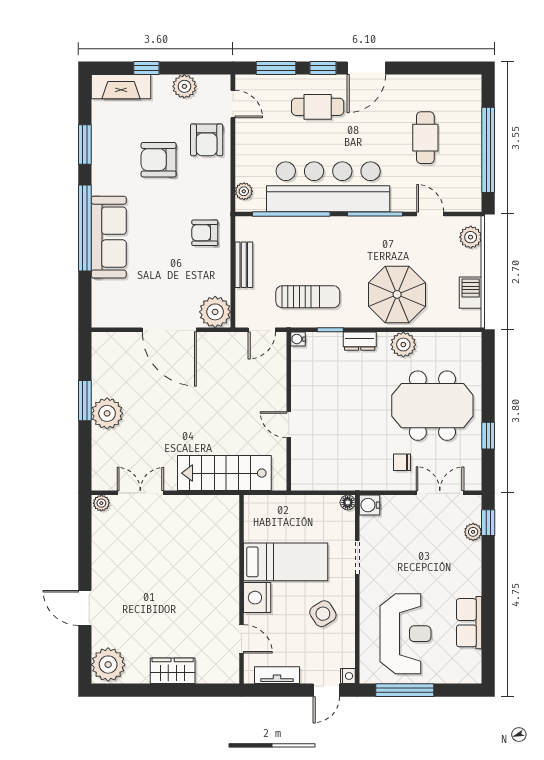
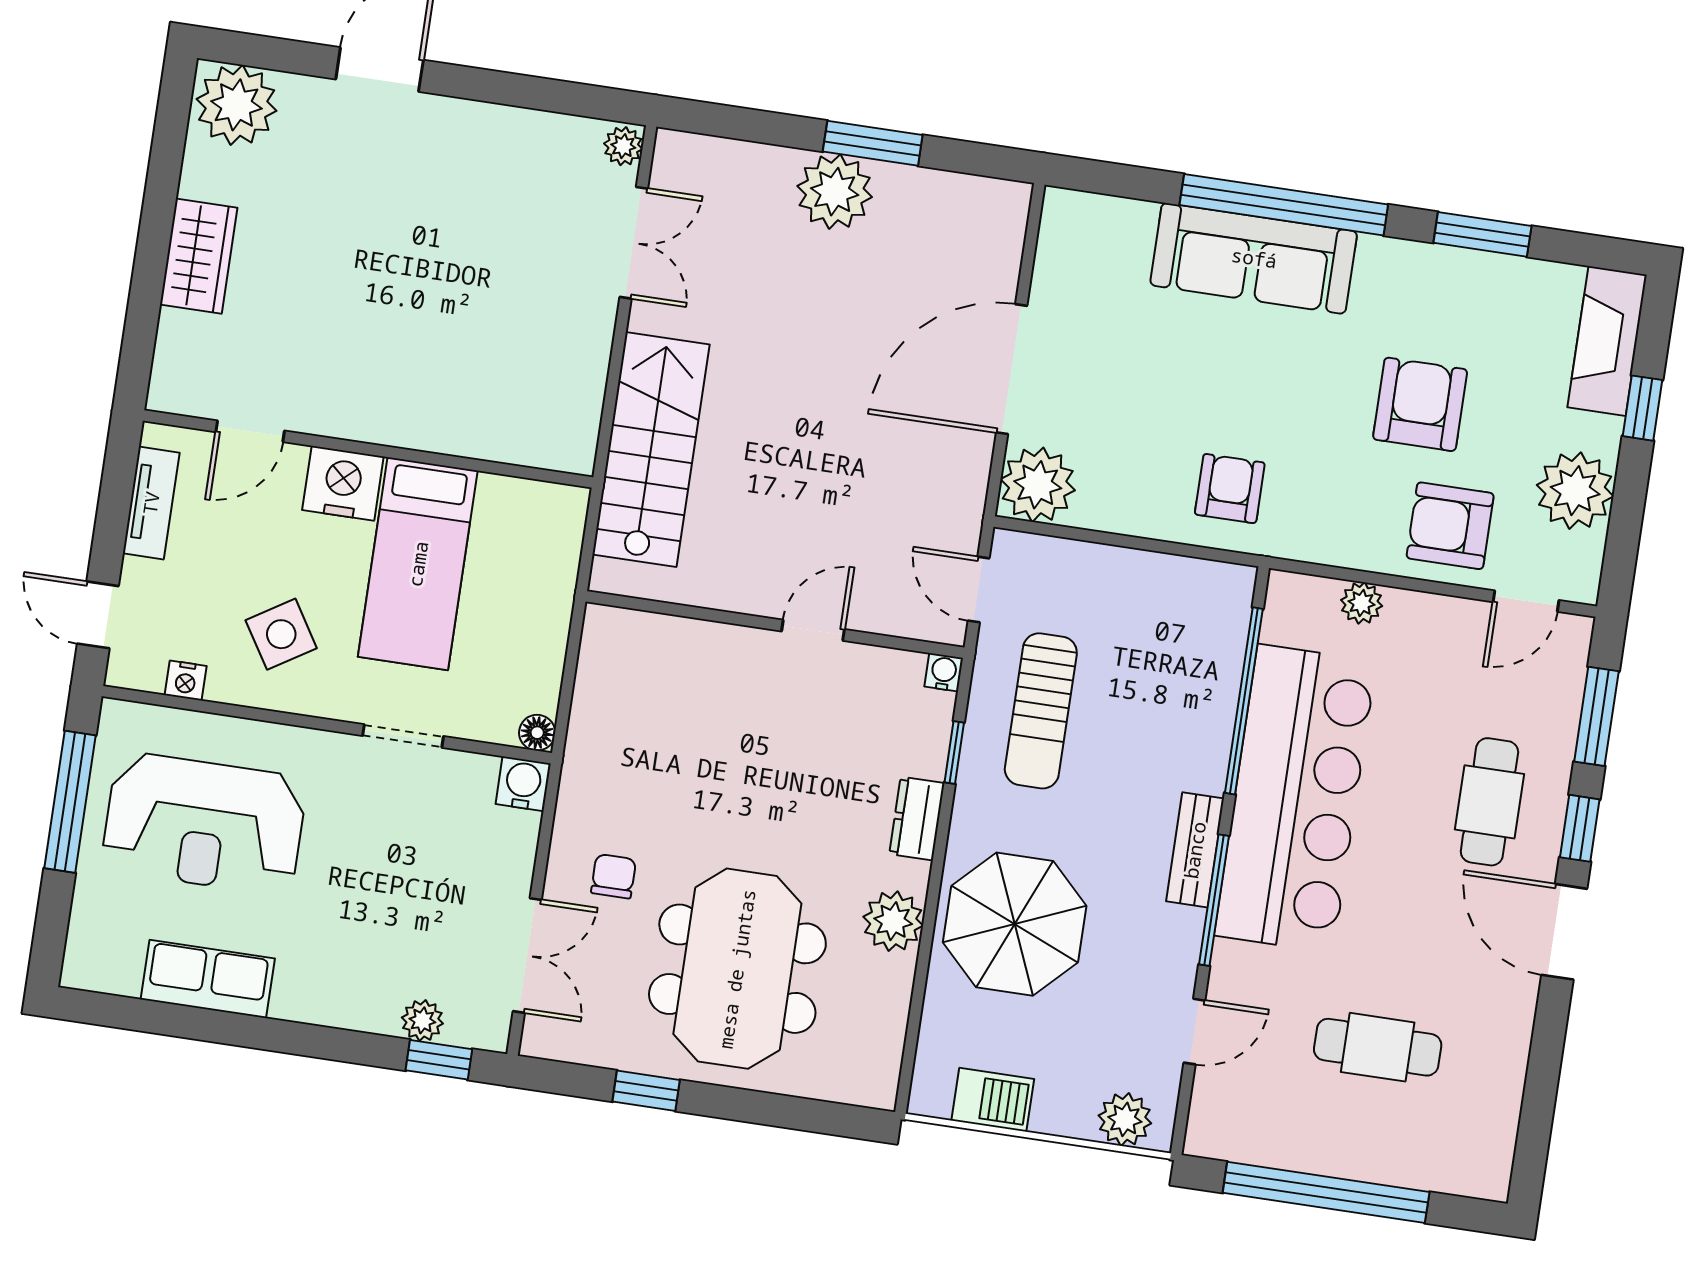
plant: (184, 86) -> (1575, 491), width x1.36, depth x1.36
plant: (244, 191) -> (1362, 603), moved
bench: (244, 265) -> (1195, 850), moved, turned 90
door: (289, 425) -> (813, 630), moved
nightstand: (348, 676) -> (186, 680), moved

